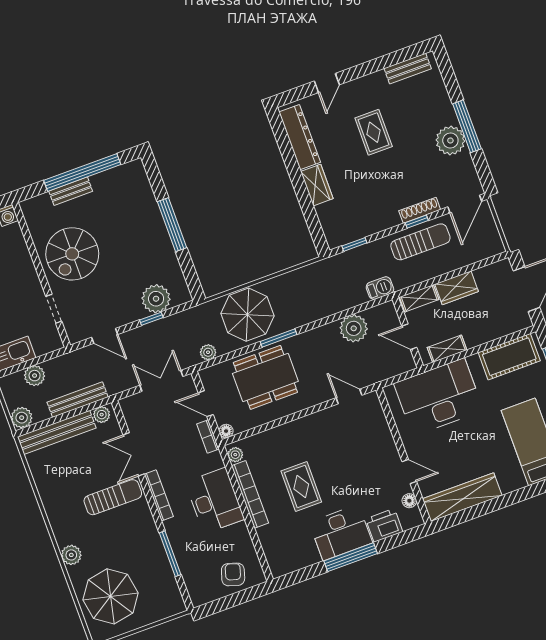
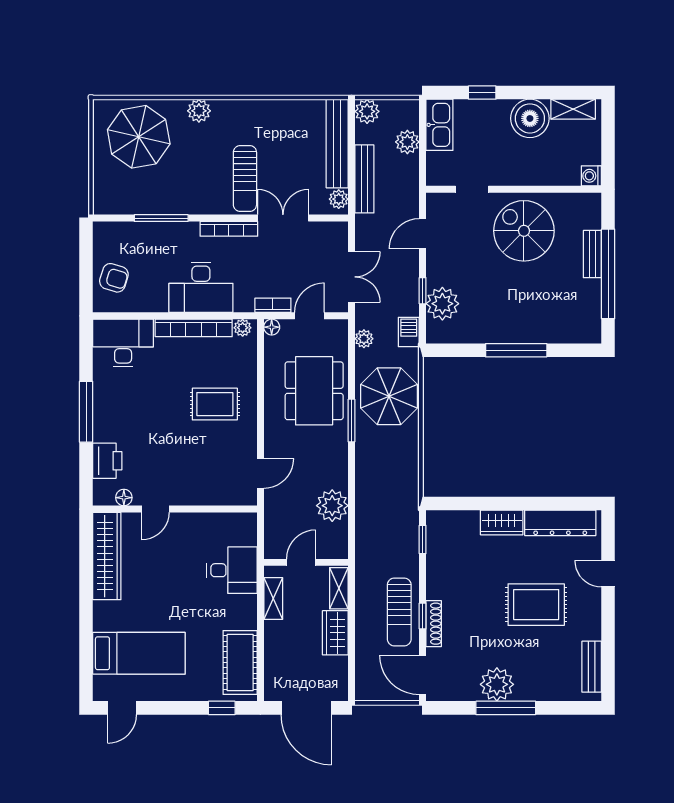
rug: (374, 132) -> (536, 605), width x1.36, depth x1.43
barbecue: (380, 288) -> (409, 332), moved, turned 180
desk: (439, 397) -> (232, 570), width x0.53, depth x0.77
rug: (301, 486) -> (215, 404), moved
desk: (341, 533) -> (123, 343), moved, turned 90

